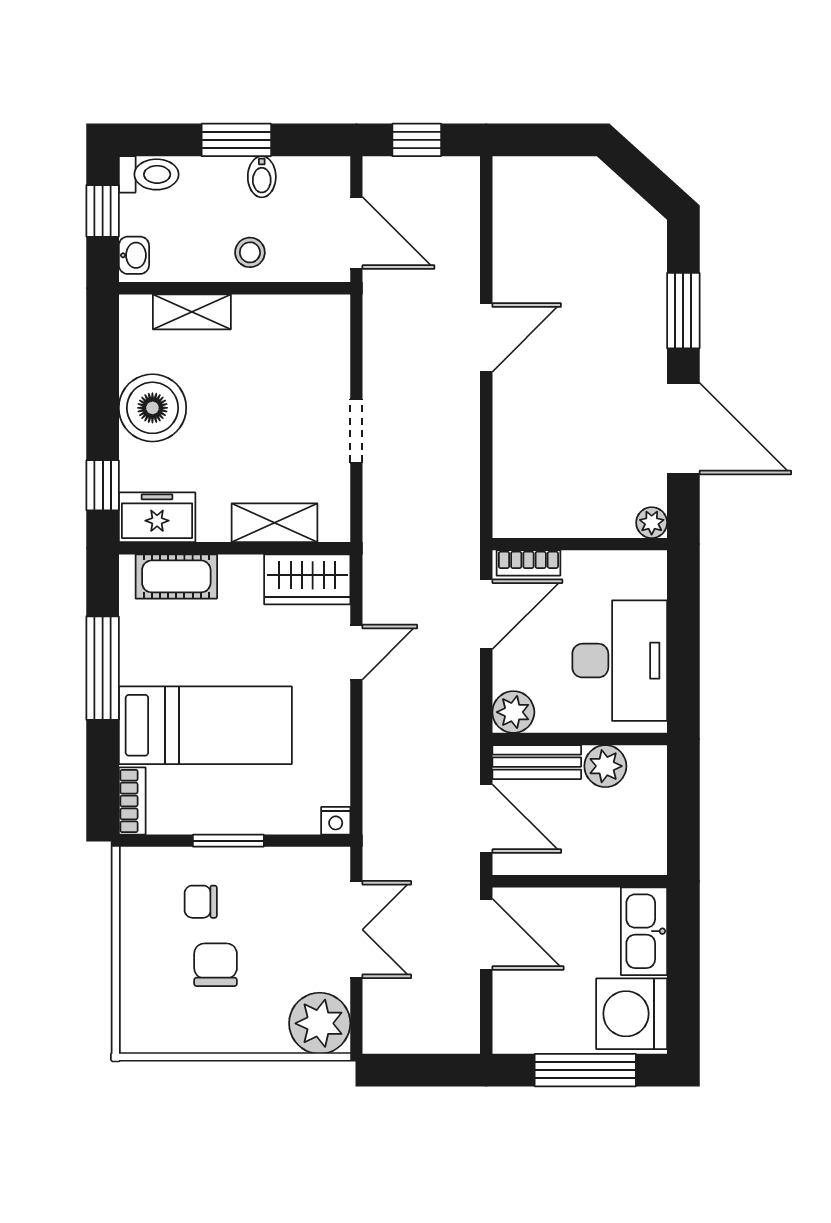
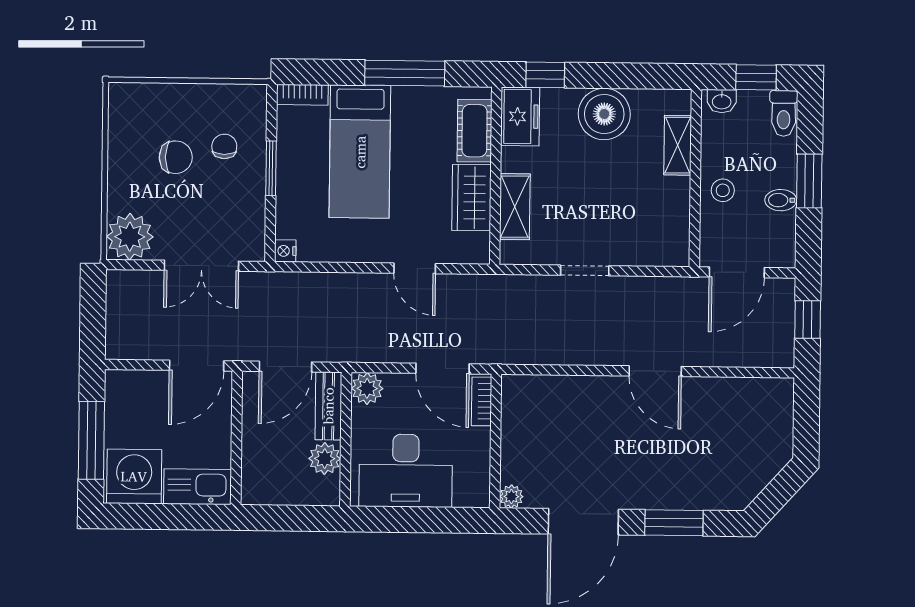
wardrobe: (307, 579) -> (471, 198), moved

